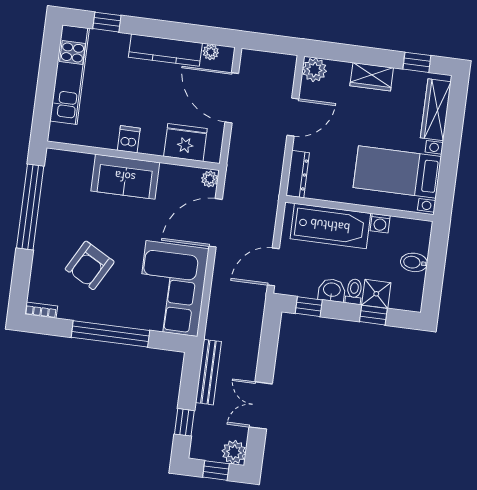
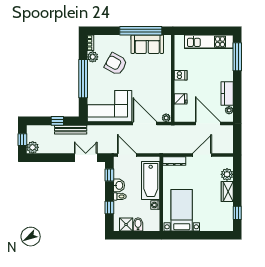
window: (107, 22) -> (237, 57), width x2.17
kitchen counter: (165, 50) -> (227, 94), width x0.67
plant: (314, 70) -> (227, 174), moved
door: (232, 98) -> (208, 124), hinge flipped
wardrobe: (436, 110) -> (215, 225), removed
door: (293, 117) -> (202, 155), swing flipped
fridge: (185, 142) -> (181, 99), width x0.53, depth x0.75
sofa: (125, 177) -> (147, 44), moved, turned -90
shower: (376, 294) -> (126, 224), moved
plant: (70, 309) -> (93, 57), added
double door: (261, 405) -> (86, 158), moved
window: (184, 422) -> (57, 121), moved

